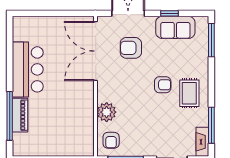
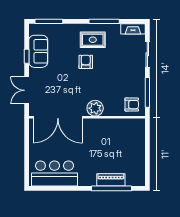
armchair: (131, 48) -> (55, 88), removed
bar counter: (28, 69) -> (54, 173), moved
plant: (107, 112) -> (95, 108), moved
window: (211, 125) -> (104, 21), moved

